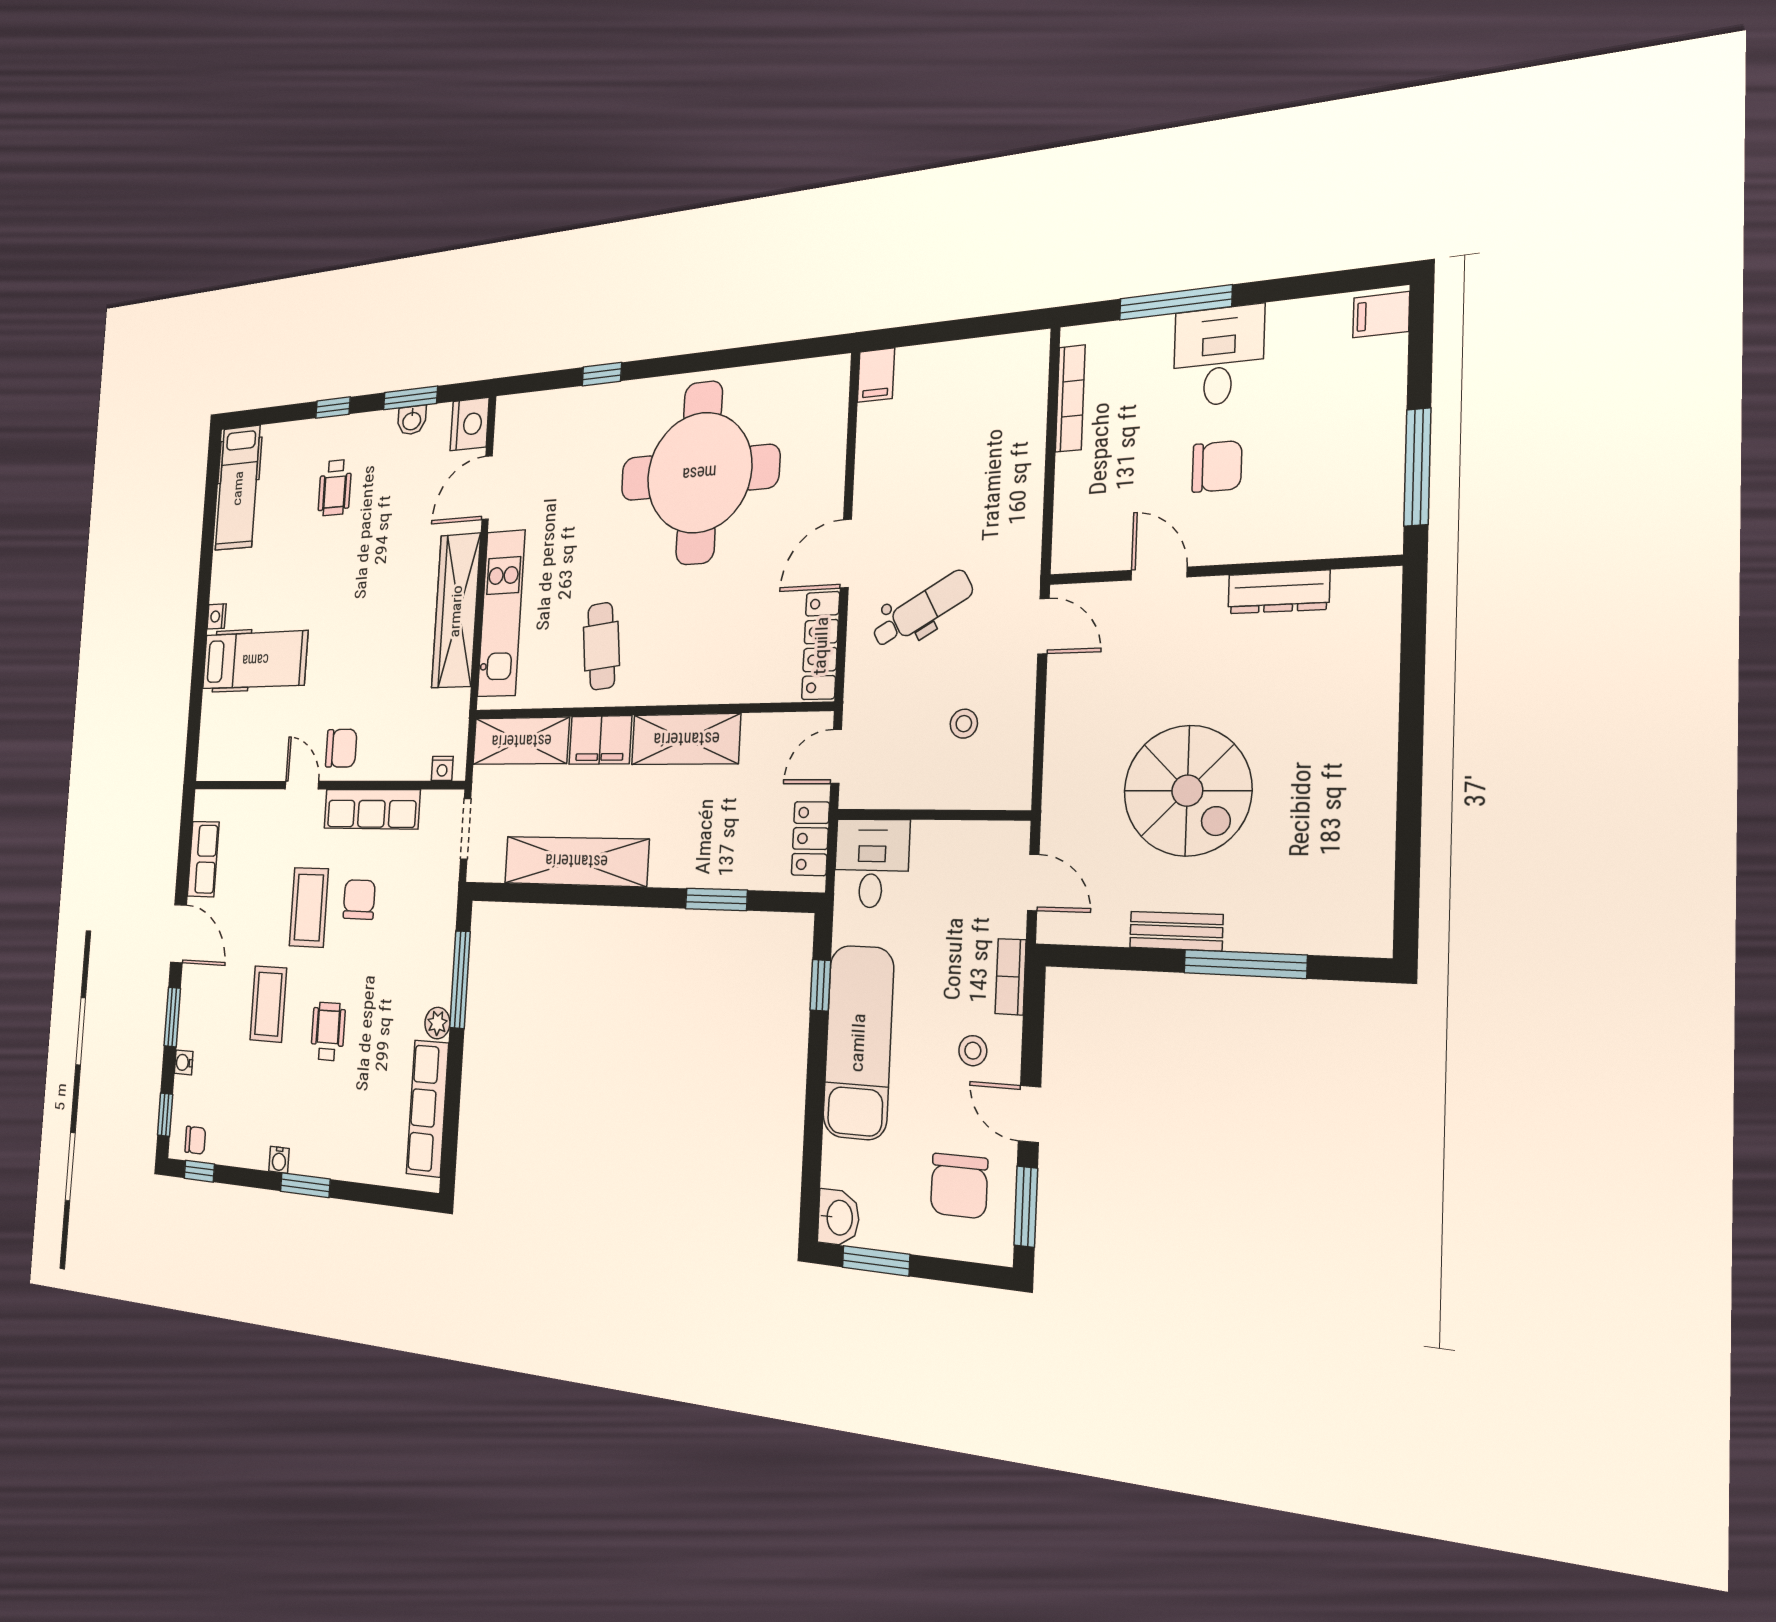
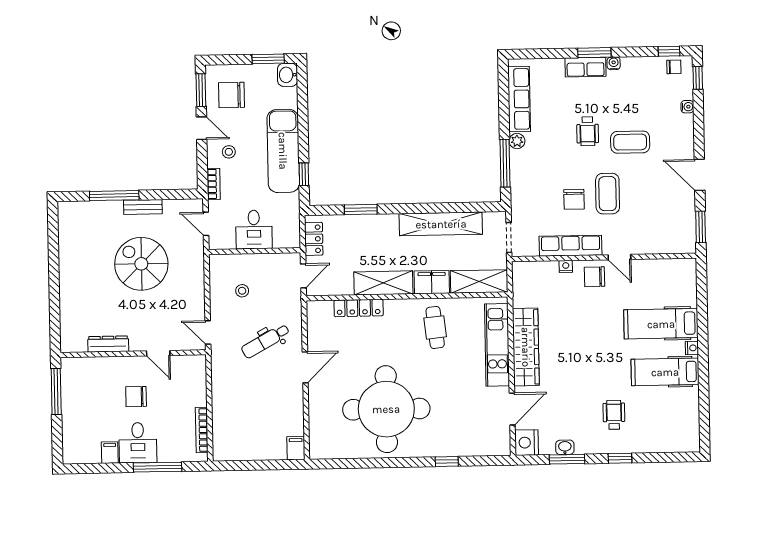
filing cabinet: (1381, 315) -> (110, 453), moved, turned -90
hospital bed: (238, 488) -> (665, 372), moved, turned -90
locker: (821, 646) -> (359, 308), moved, turned 90
nightstand: (442, 768) -> (566, 266), moved
row of seats: (203, 859) -> (586, 67), moved, turned -90
desk: (872, 863) -> (254, 230), moved
coffee table: (268, 1004) -> (630, 142), turned 90
window: (172, 1017) -> (701, 227), moved
chair: (195, 1140) -> (674, 67), turned 180
chair: (959, 1186) -> (231, 95), turned -90

